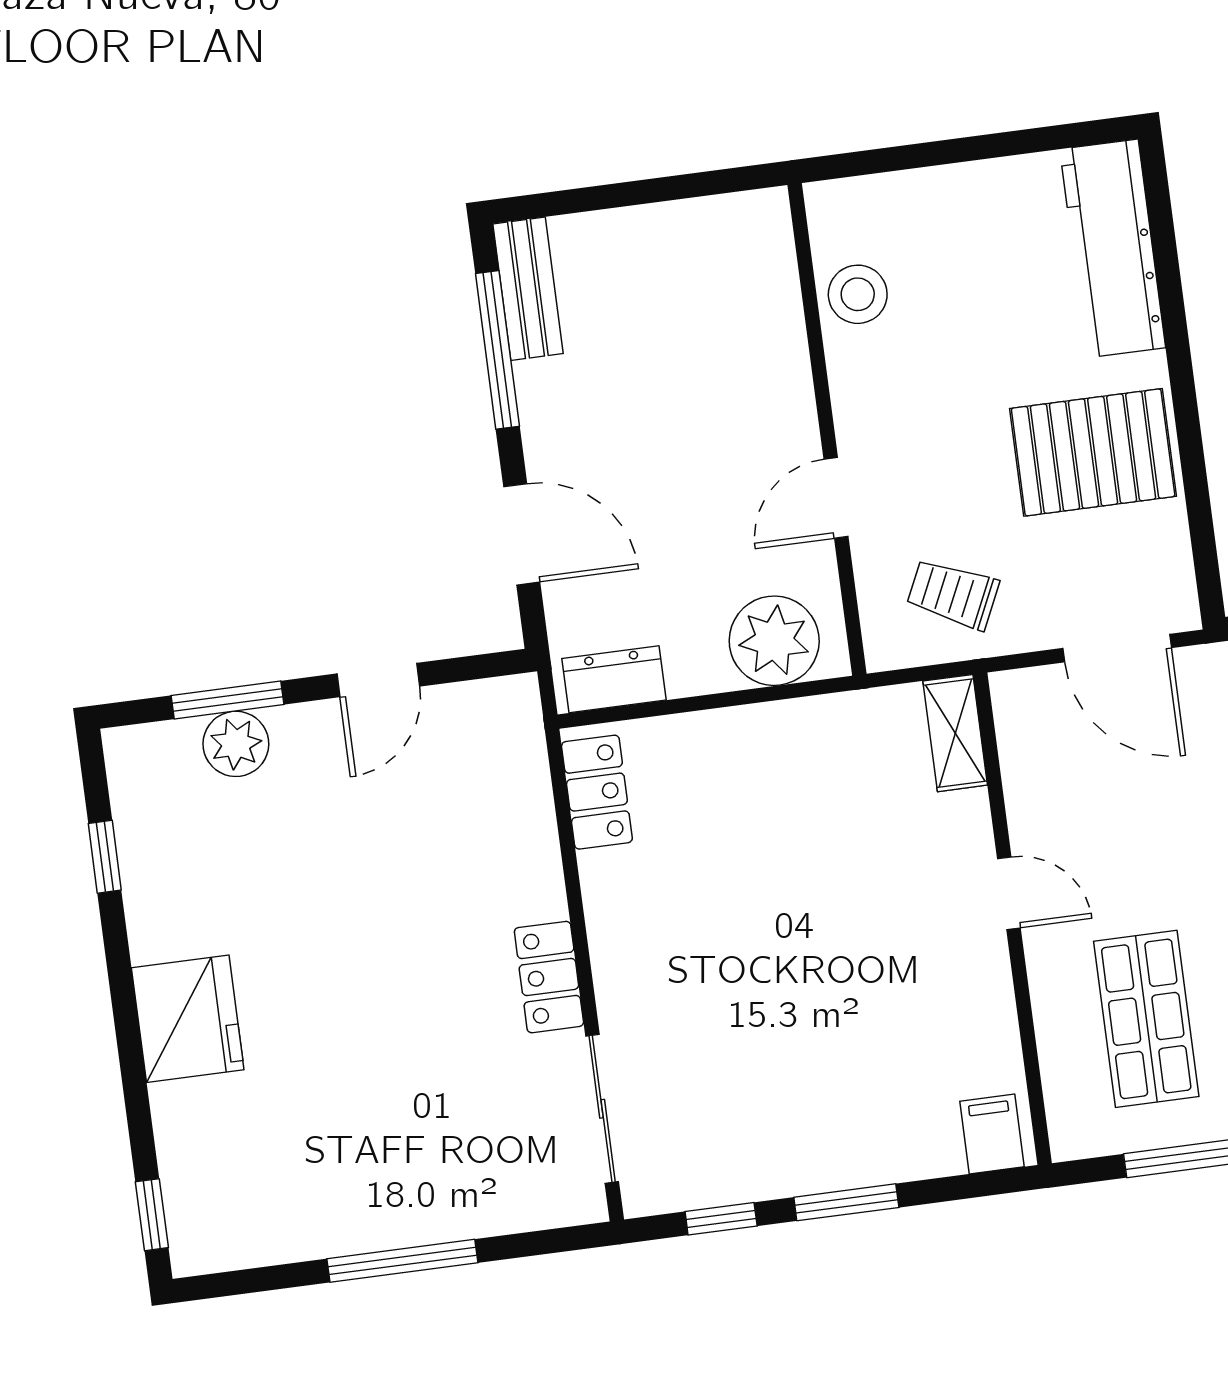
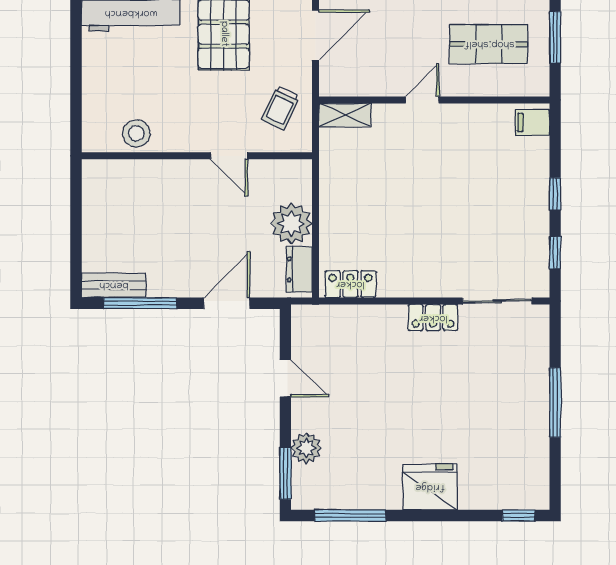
plant: (774, 641) -> (291, 223), moved
window: (228, 700) -> (285, 473), moved
window: (105, 857) -> (350, 515), width x2.17
window: (846, 1202) -> (555, 194), width x0.67

